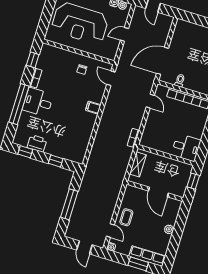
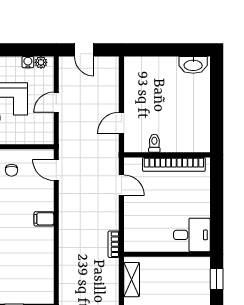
door: (163, 61) -> (121, 123), width x0.53

